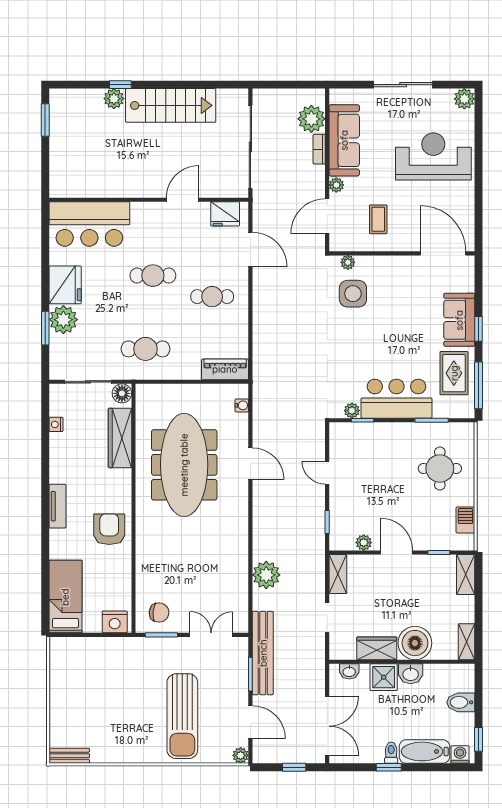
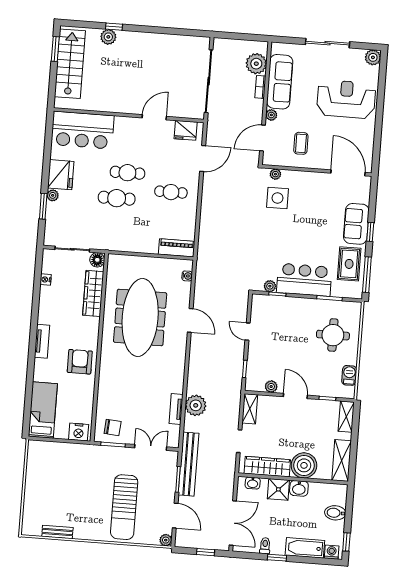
stairs: (171, 105) -> (70, 64), moved, turned -90
door: (250, 249) -> (203, 159), hinge flipped
plant: (63, 320) -> (53, 195), width x0.53, depth x0.53
cafe table: (146, 349) -> (117, 198), moved
tv unit: (241, 582) -> (176, 409), added
shelving: (467, 642) -> (342, 460), width x1.50, depth x1.33
wardrobe: (377, 648) -> (267, 467), width x1.50
toilet: (391, 753) -> (265, 546), moved
bench: (69, 756) -> (57, 532), moved

